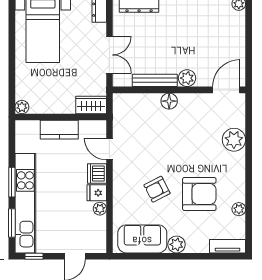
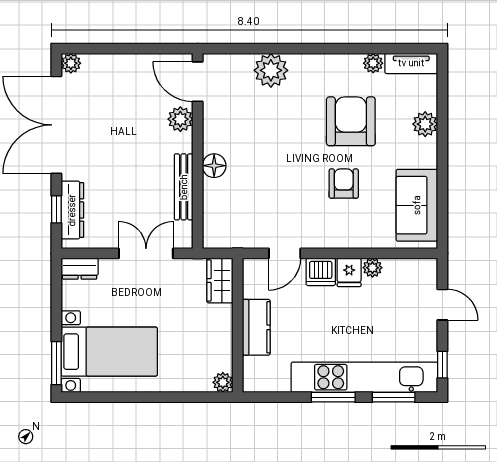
plant: (187, 78) -> (180, 119), moved
armchair: (157, 189) -> (344, 184), turned -153
plant: (177, 244) -> (425, 124), moved
tv unit: (228, 246) -> (411, 63), moved, turned -90

